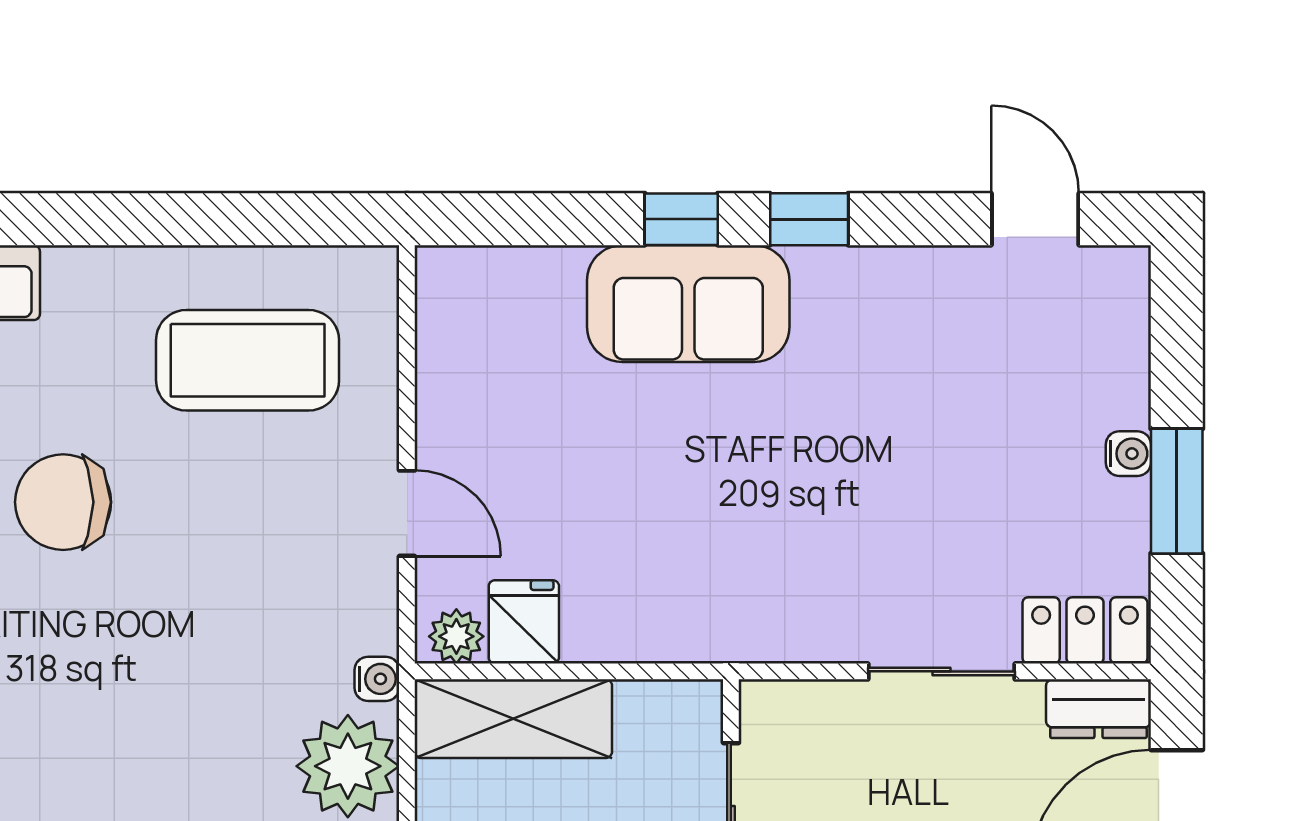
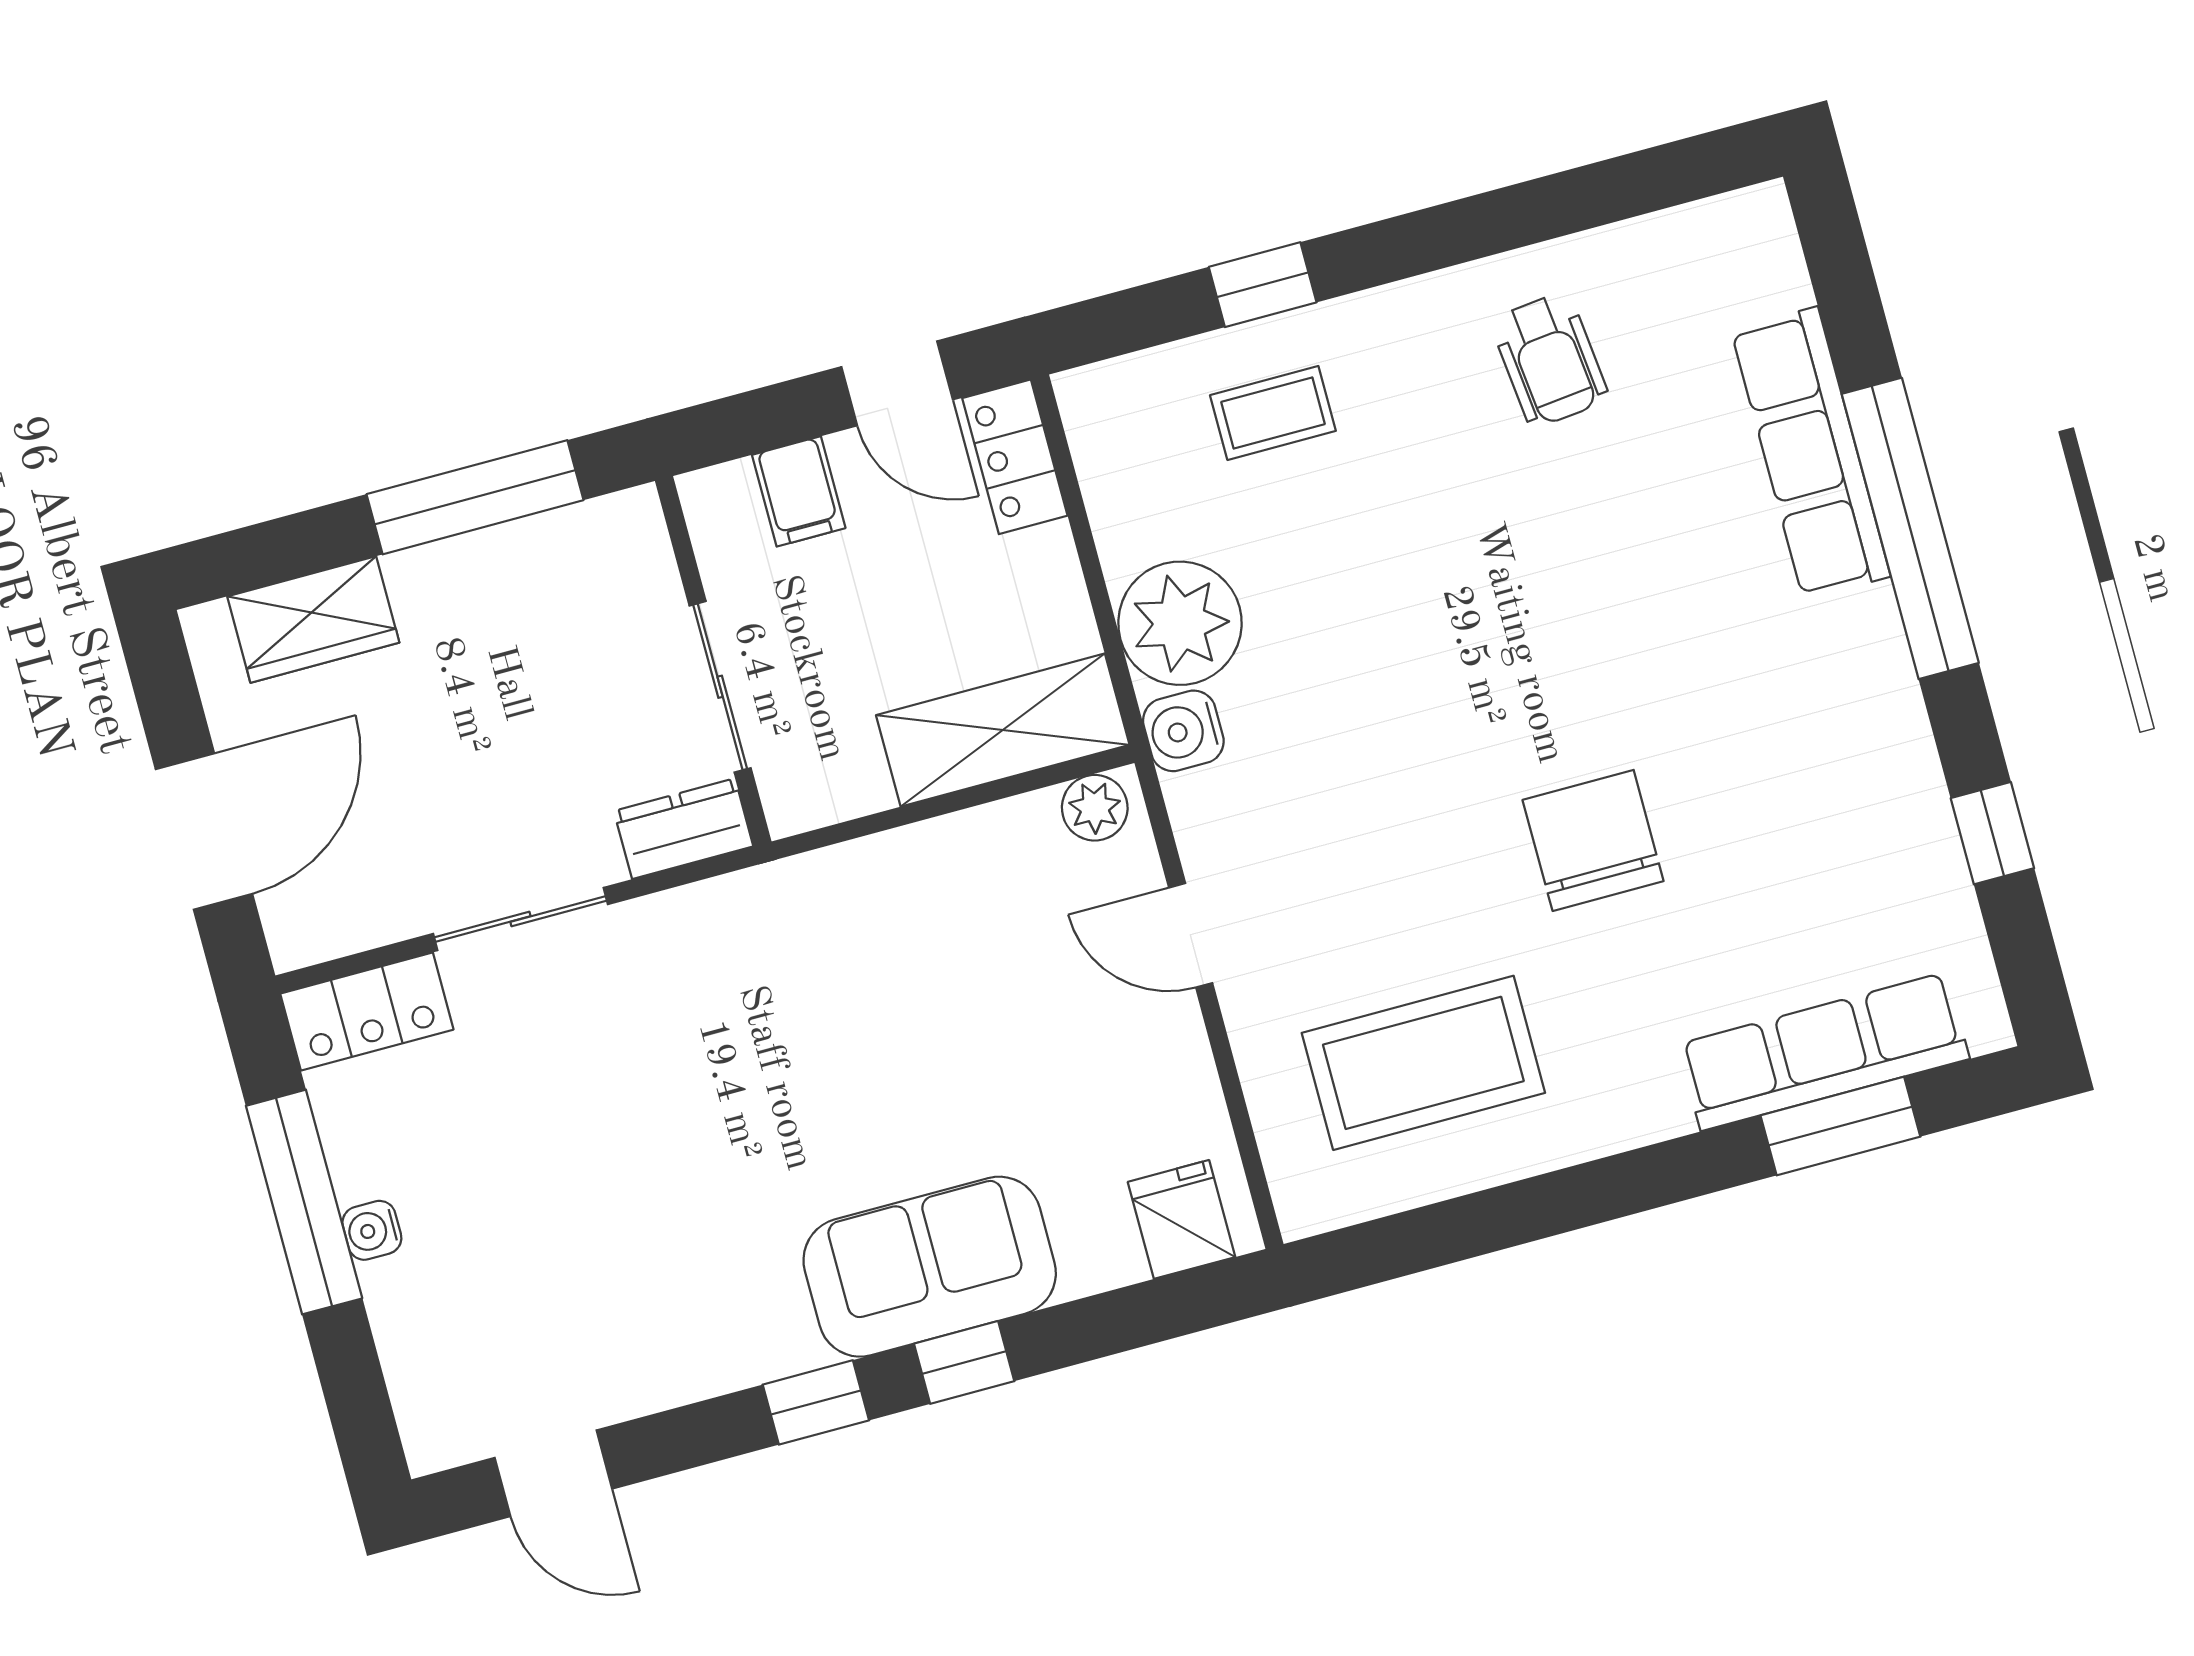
window: (1177, 491) -> (304, 1202), width x1.44
chair: (63, 502) -> (1593, 840), turned -90
fridge: (524, 622) -> (1181, 1219), moved, turned 180
water cooler: (377, 679) -> (1183, 731), width x1.38, depth x1.38
dresser: (1098, 709) -> (684, 829), moved

